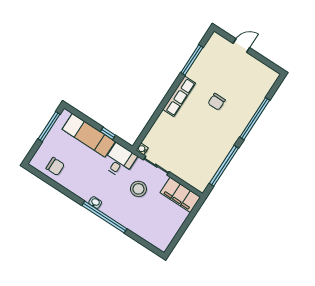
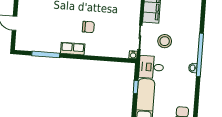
row of seats: (179, 96) -> (73, 49), width x0.68
chair: (217, 102) -> (88, 27), moved

